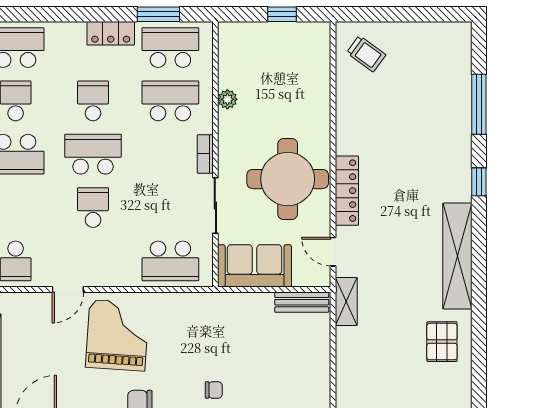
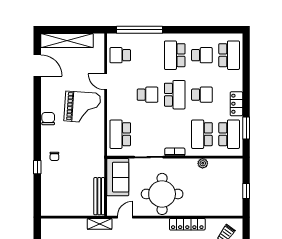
school desk: (170, 101) -> (202, 134), turned 180
locker: (347, 191) -> (187, 224), moved
bench: (302, 302) -> (99, 196), width x1.36

